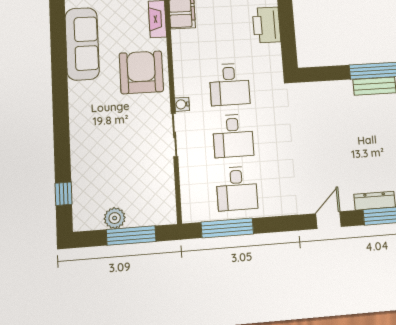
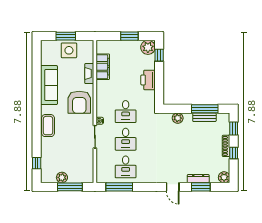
armchair: (141, 72) -> (79, 102), turned 180
plant: (326, 91) -> (178, 118), added
coffee table: (83, 120) -> (48, 126), added
door: (329, 220) -> (173, 187), swing flipped

